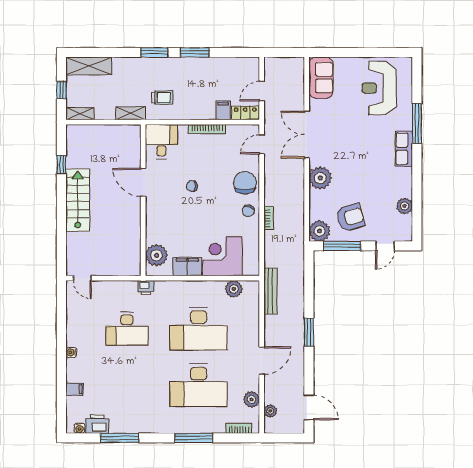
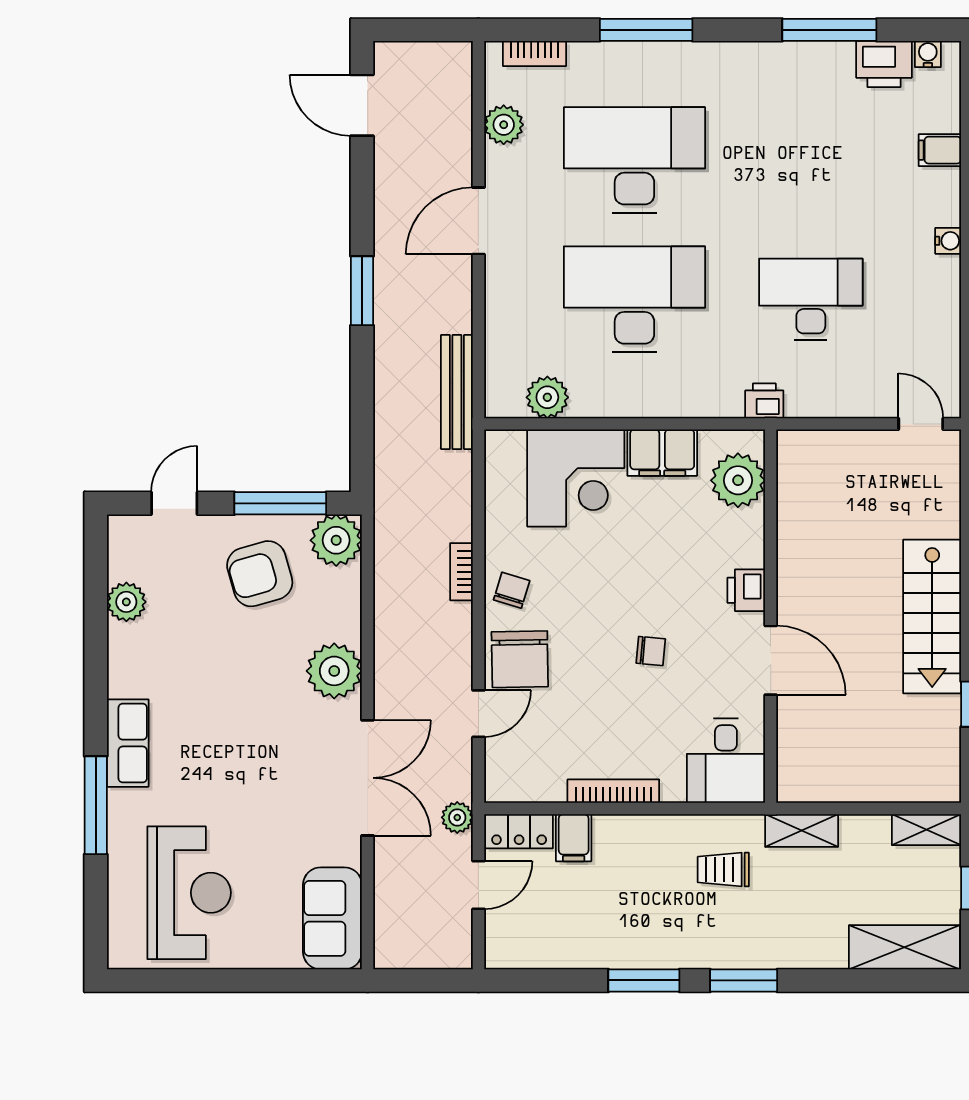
door: (262, 144) -> (478, 714), moved
printer: (153, 211) -> (746, 590), added
plant: (270, 411) -> (457, 817), moved

